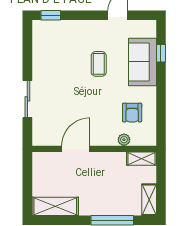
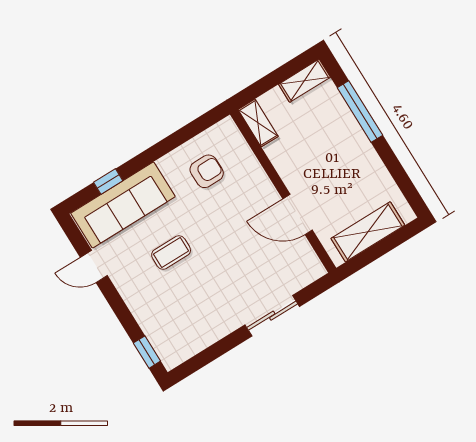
sofa: (142, 62) -> (123, 205), width x1.36
plant: (124, 140) -> (248, 160), removed
shelving: (55, 206) -> (368, 232), moved, turned 90

